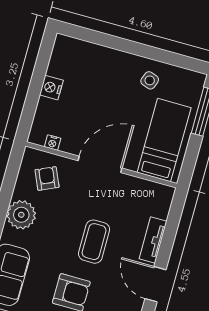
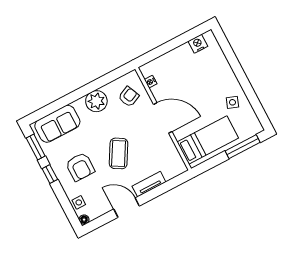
nightstand: (51, 88) -> (198, 44), moved
coffee table: (94, 242) -> (119, 153), turned -60
door: (155, 284) -> (127, 208), hinge flipped

